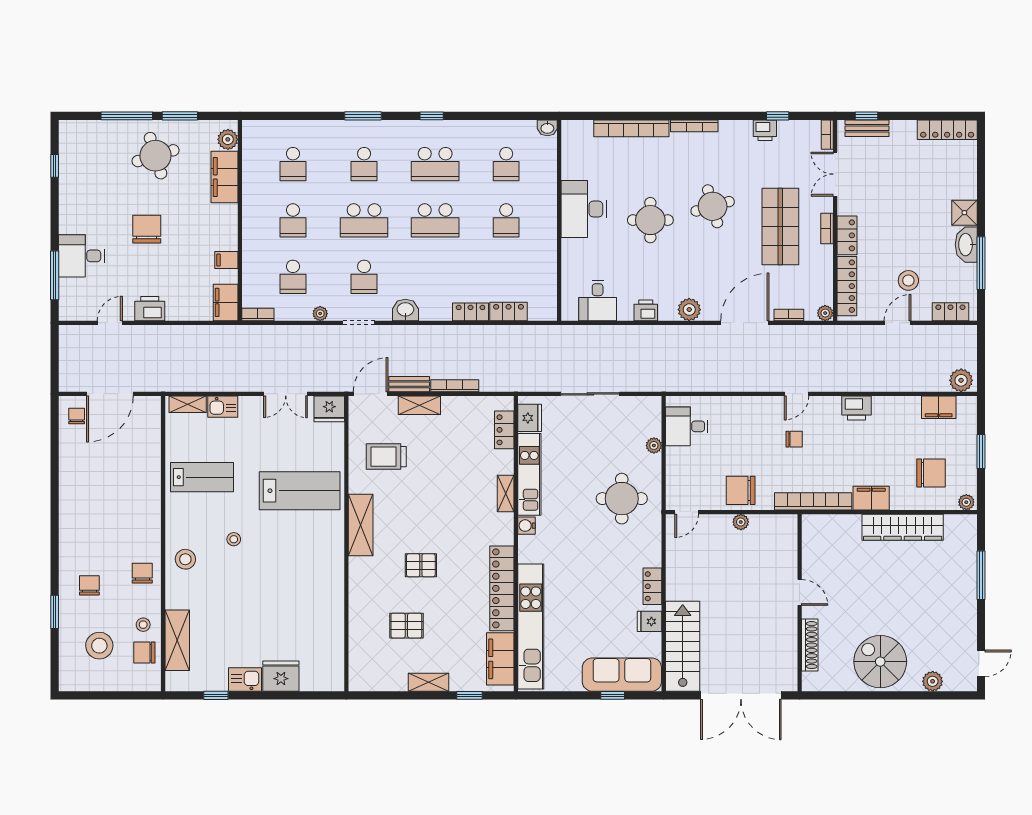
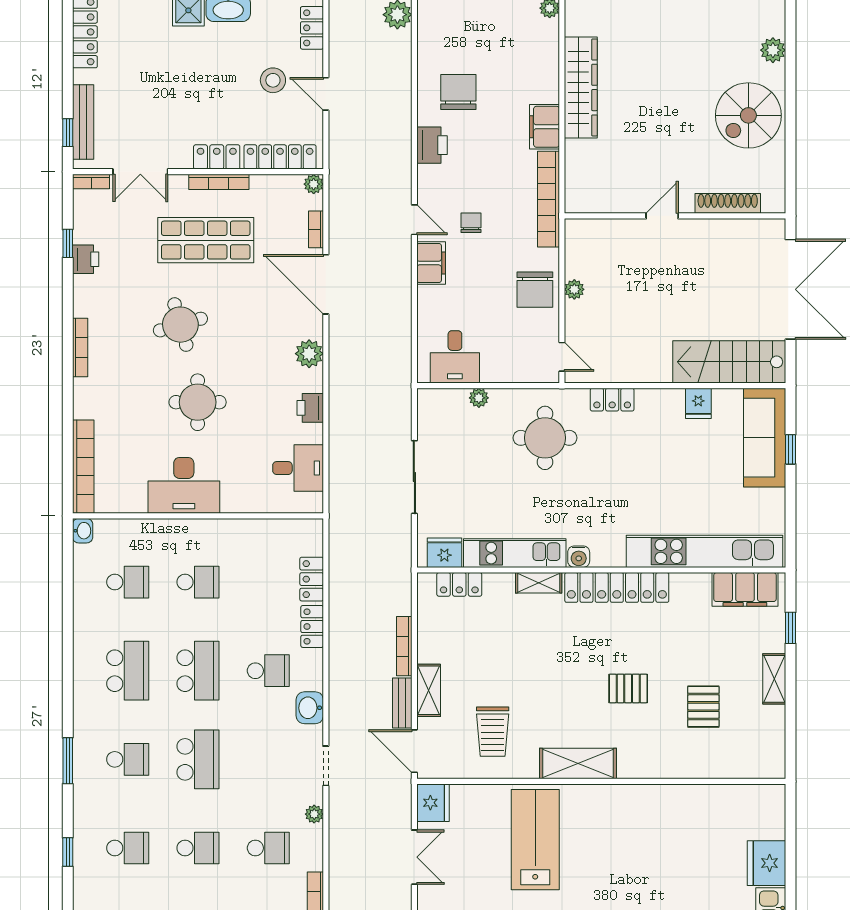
window: (432, 116) -> (68, 852), moved
bookcase: (631, 128) -> (83, 467), moved
bench: (867, 128) -> (83, 122), width x1.36
bookcase: (827, 228) -> (219, 182), width x1.56
school desk: (364, 277) -> (268, 671), moved
filing cabinet: (939, 407) -> (431, 263), moved
chair: (931, 473) -> (458, 92), moved
pallet: (421, 565) -> (628, 688), turned 90
locker: (652, 586) -> (612, 400), moved
locker: (502, 588) -> (617, 587), moved

